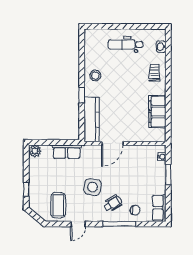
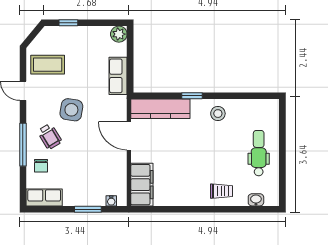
filing cabinet: (157, 112) -> (142, 185), moved, turned 90

